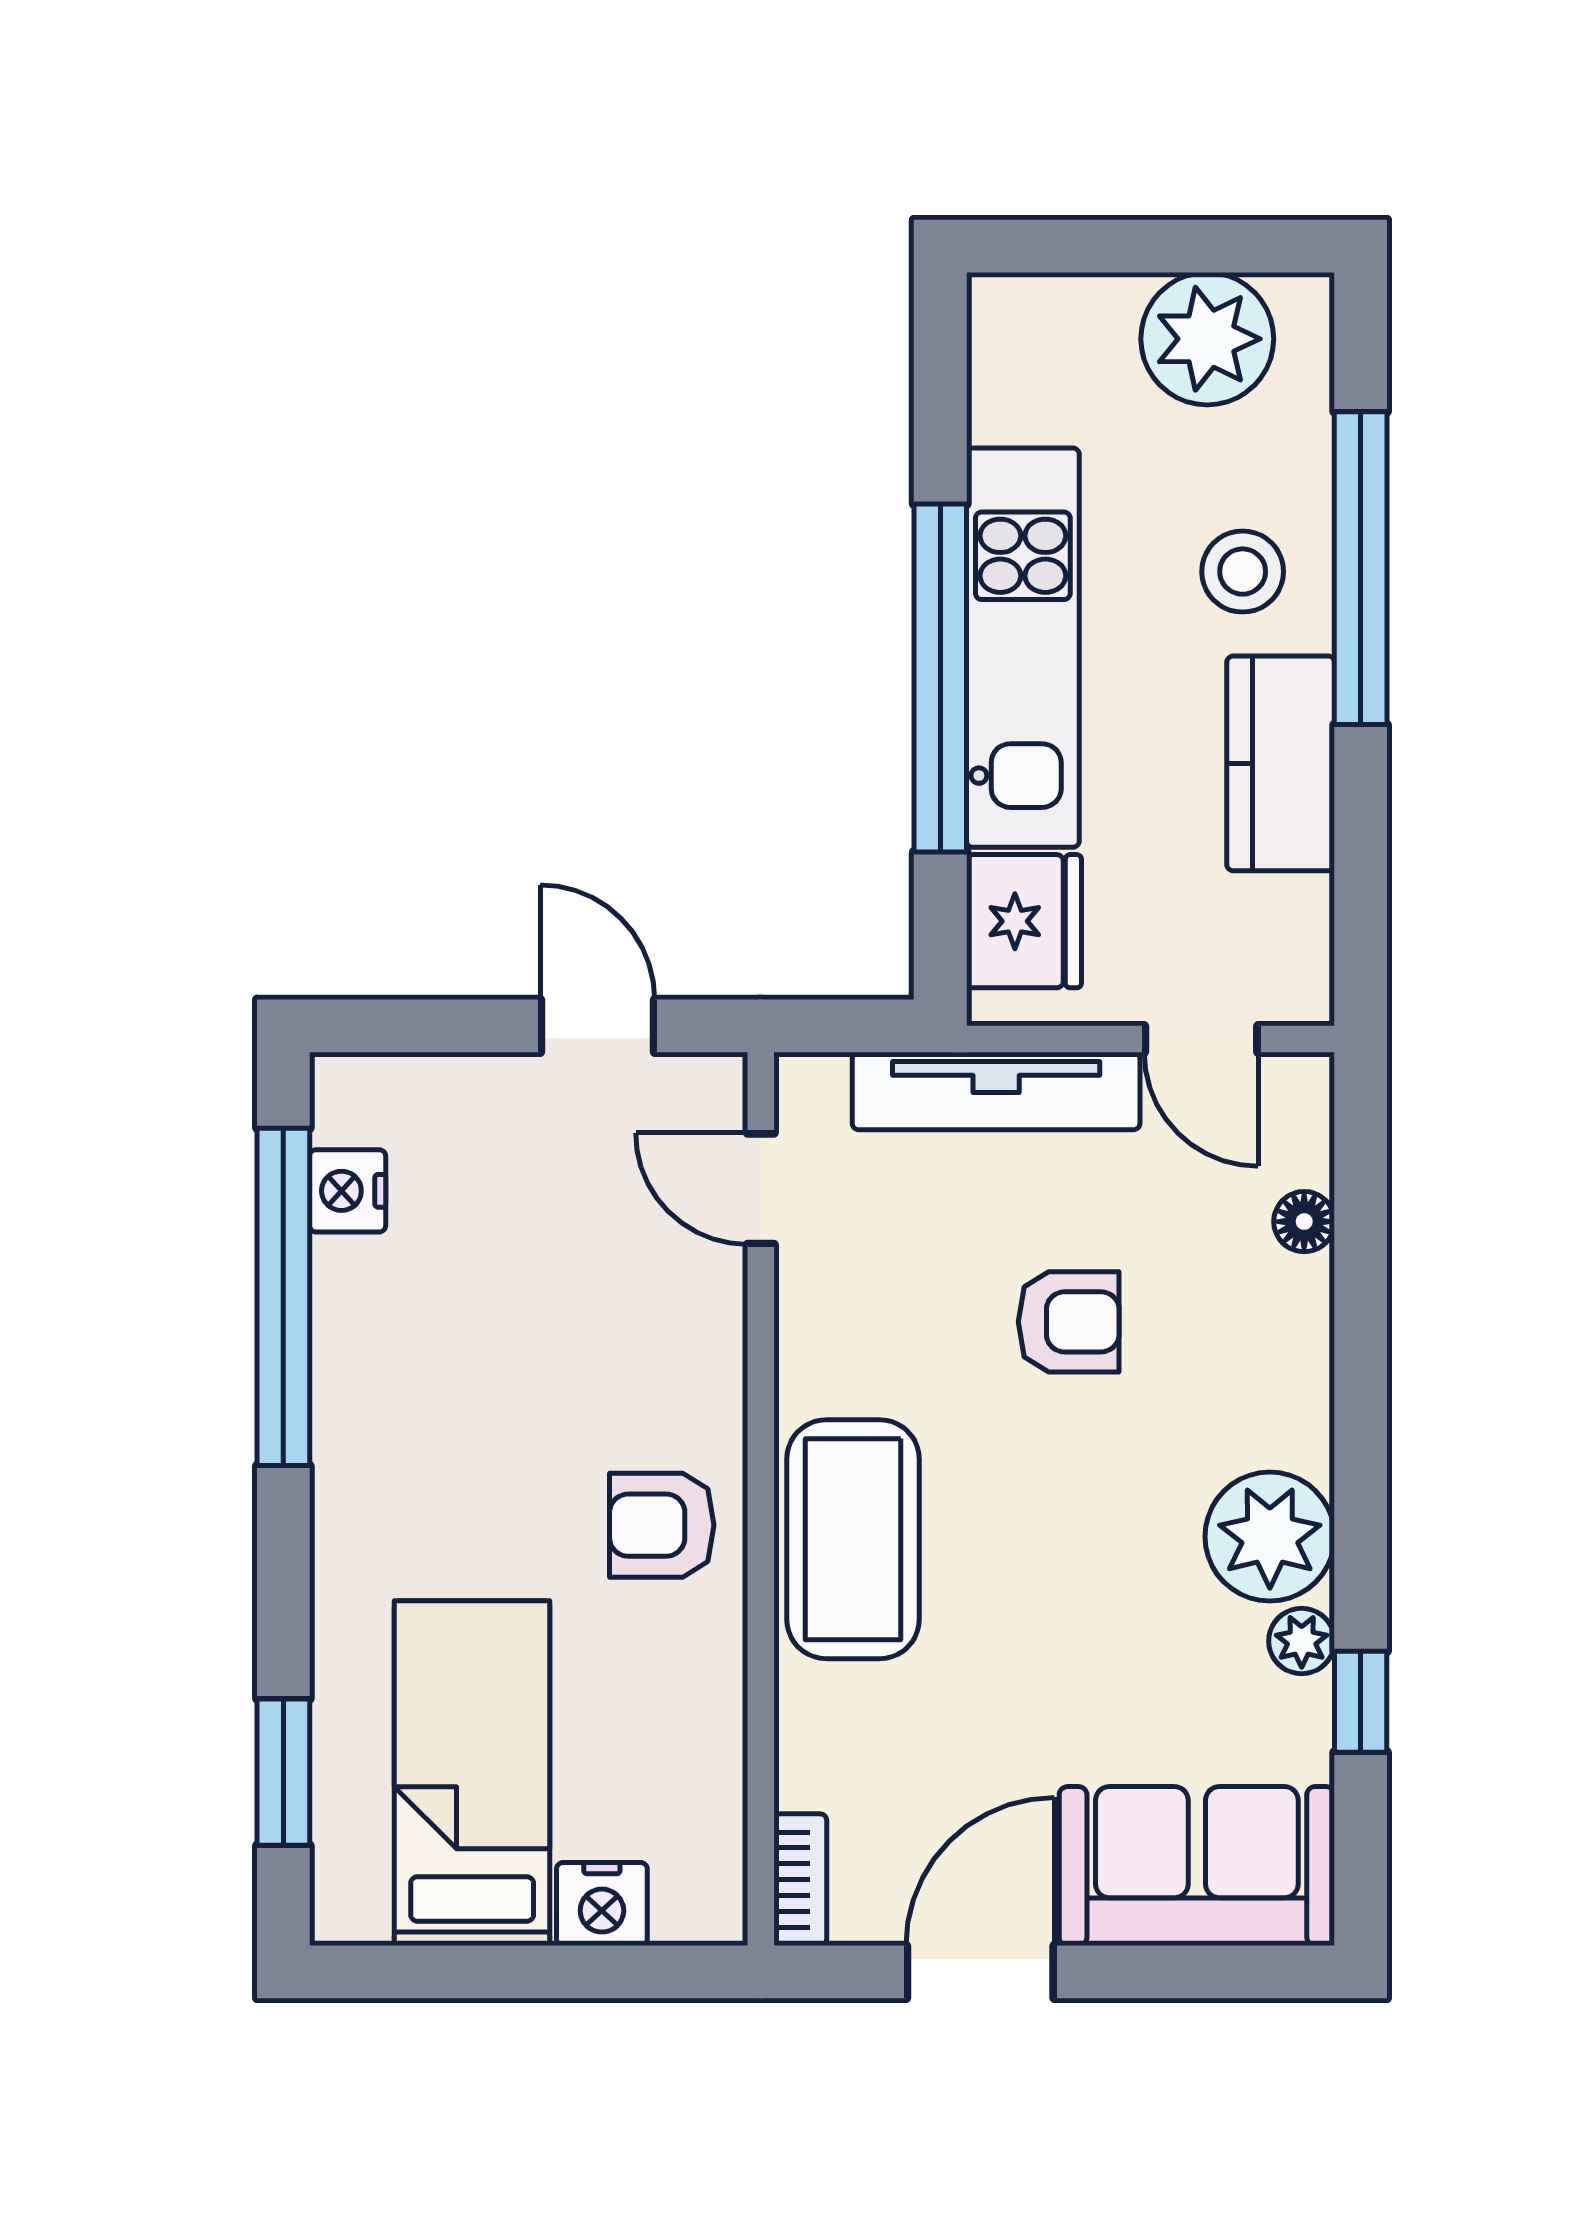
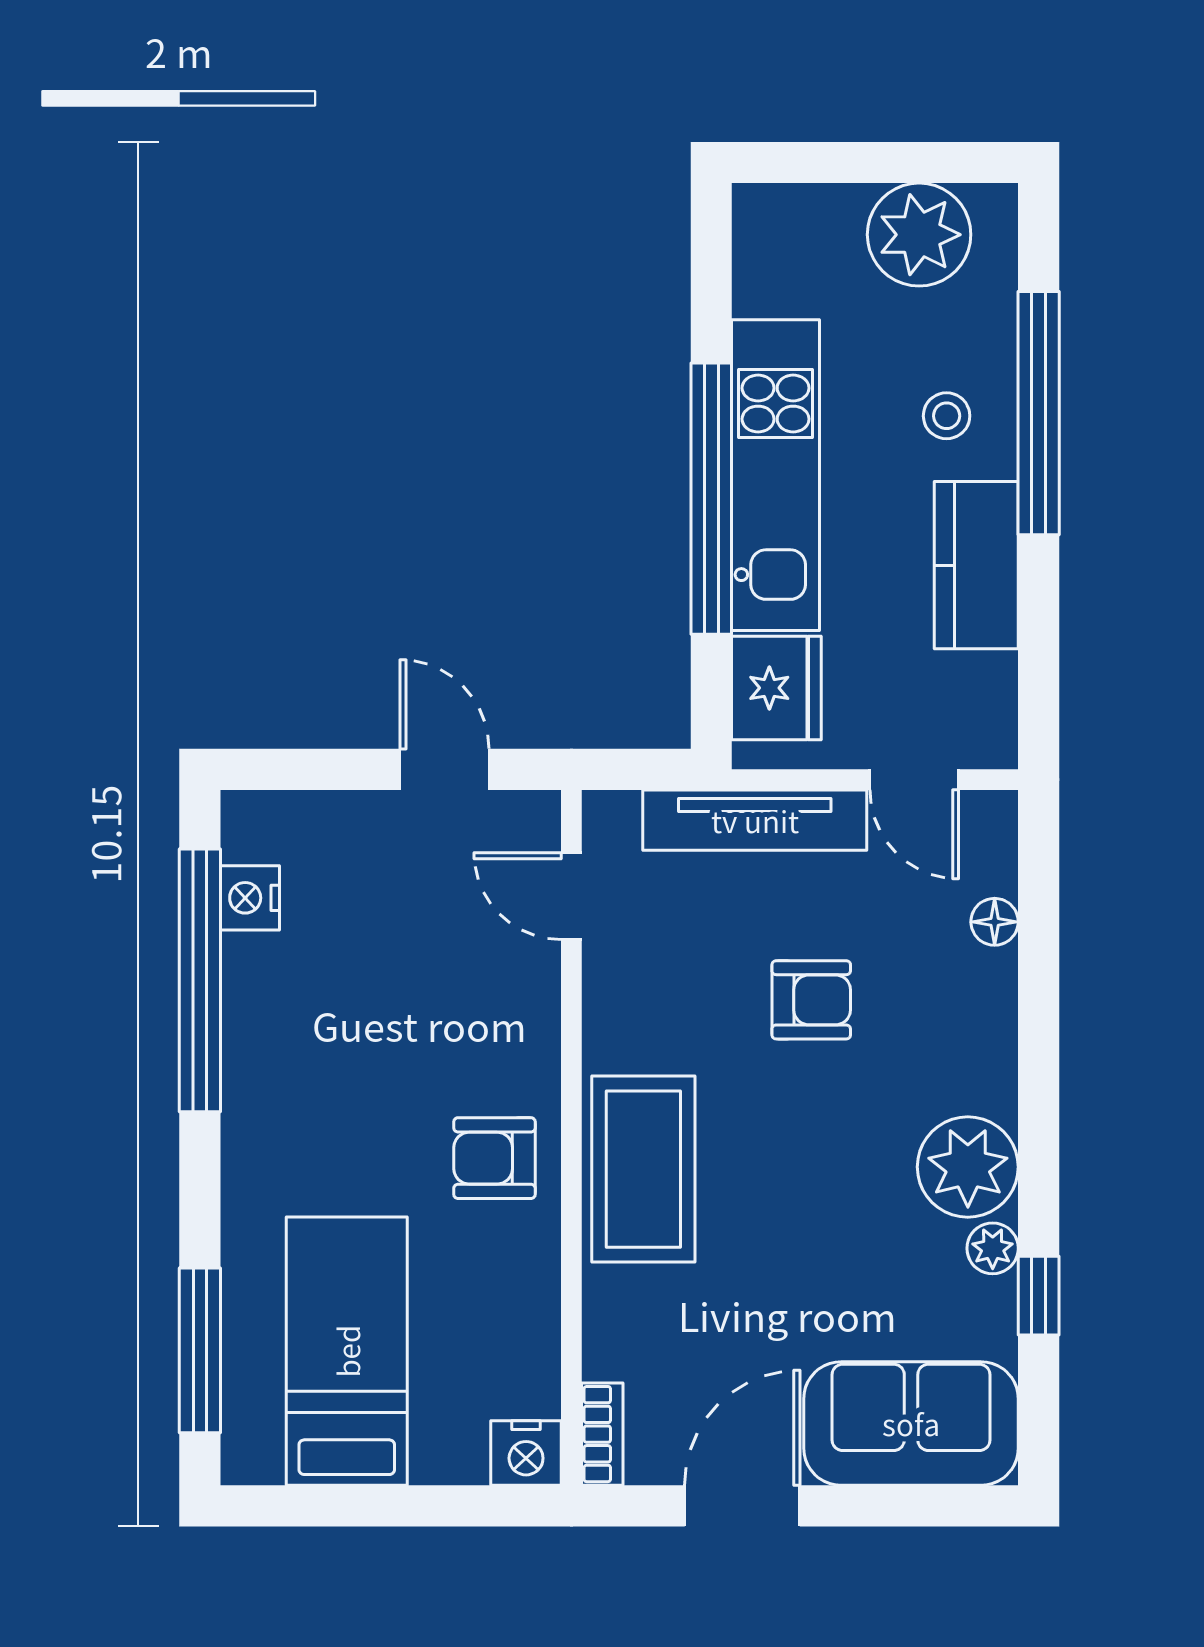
stool: (1243, 572) -> (947, 416), width x0.73, depth x0.73
window: (283, 1772) -> (200, 1350), width x1.44
nightstand: (602, 1904) -> (526, 1453), moved

